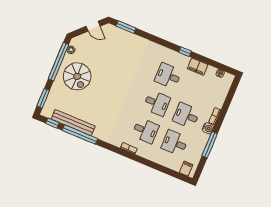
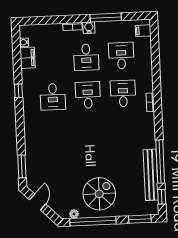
filing cabinet: (198, 67) -> (28, 58), moved
desk: (175, 143) -> (121, 56), turned 180

